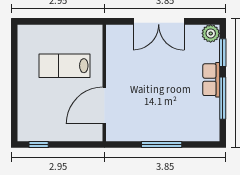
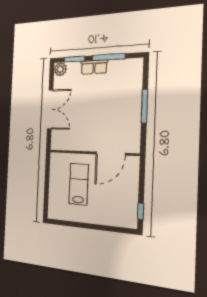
lab bench: (65, 66) -> (79, 184), turned 180
door: (104, 106) -> (111, 154), hinge flipped

